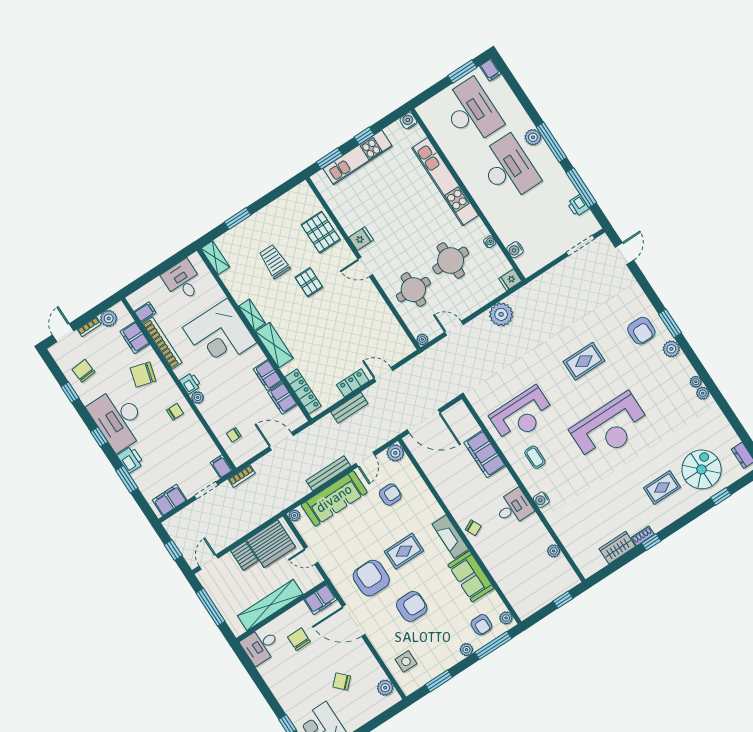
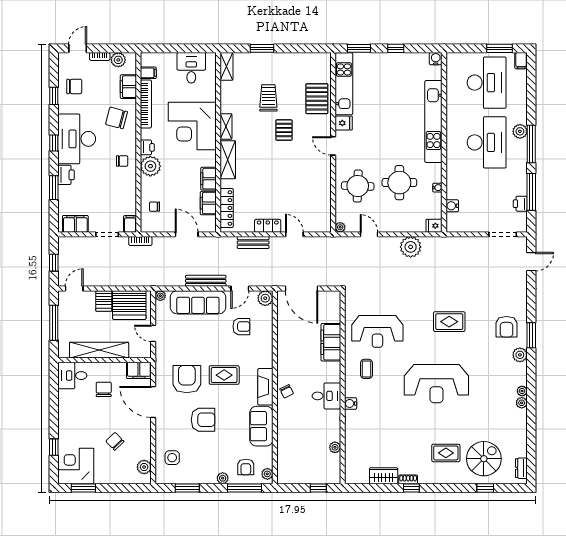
kitchen unit: (358, 157) -> (344, 84), moved, turned -90
chair: (84, 371) -> (74, 86), turned 95
plant: (198, 398) -> (150, 166), width x1.88, depth x1.88

